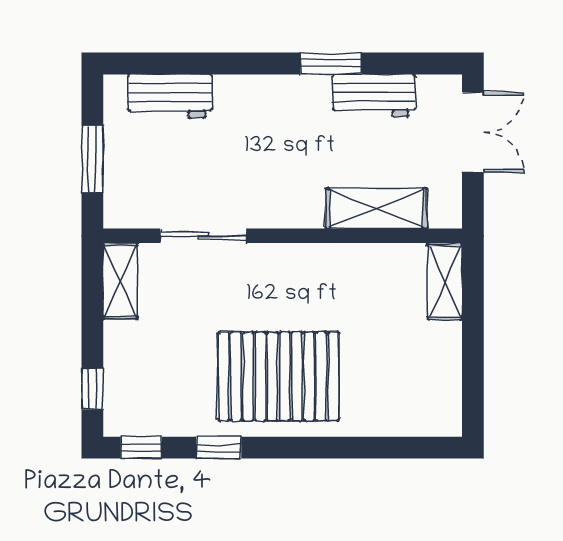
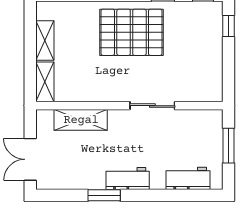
workbench: (374, 96) -> (128, 179), moved
sliding door: (203, 236) -> (152, 106), moved
shelving: (120, 281) -> (45, 40), moved

